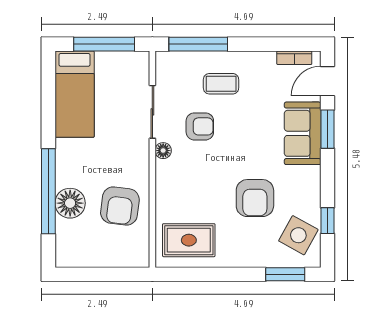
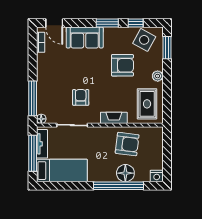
tv unit: (120, 60) -> (42, 144), added
coffee table: (221, 84) -> (56, 85), removed
window: (327, 129) -> (107, 23), moved
floor lamp: (163, 151) -> (41, 119), moved
fireplace: (165, 183) -> (114, 118), added
nightstand: (65, 257) -> (157, 176), added
plant: (236, 258) -> (158, 76), added

